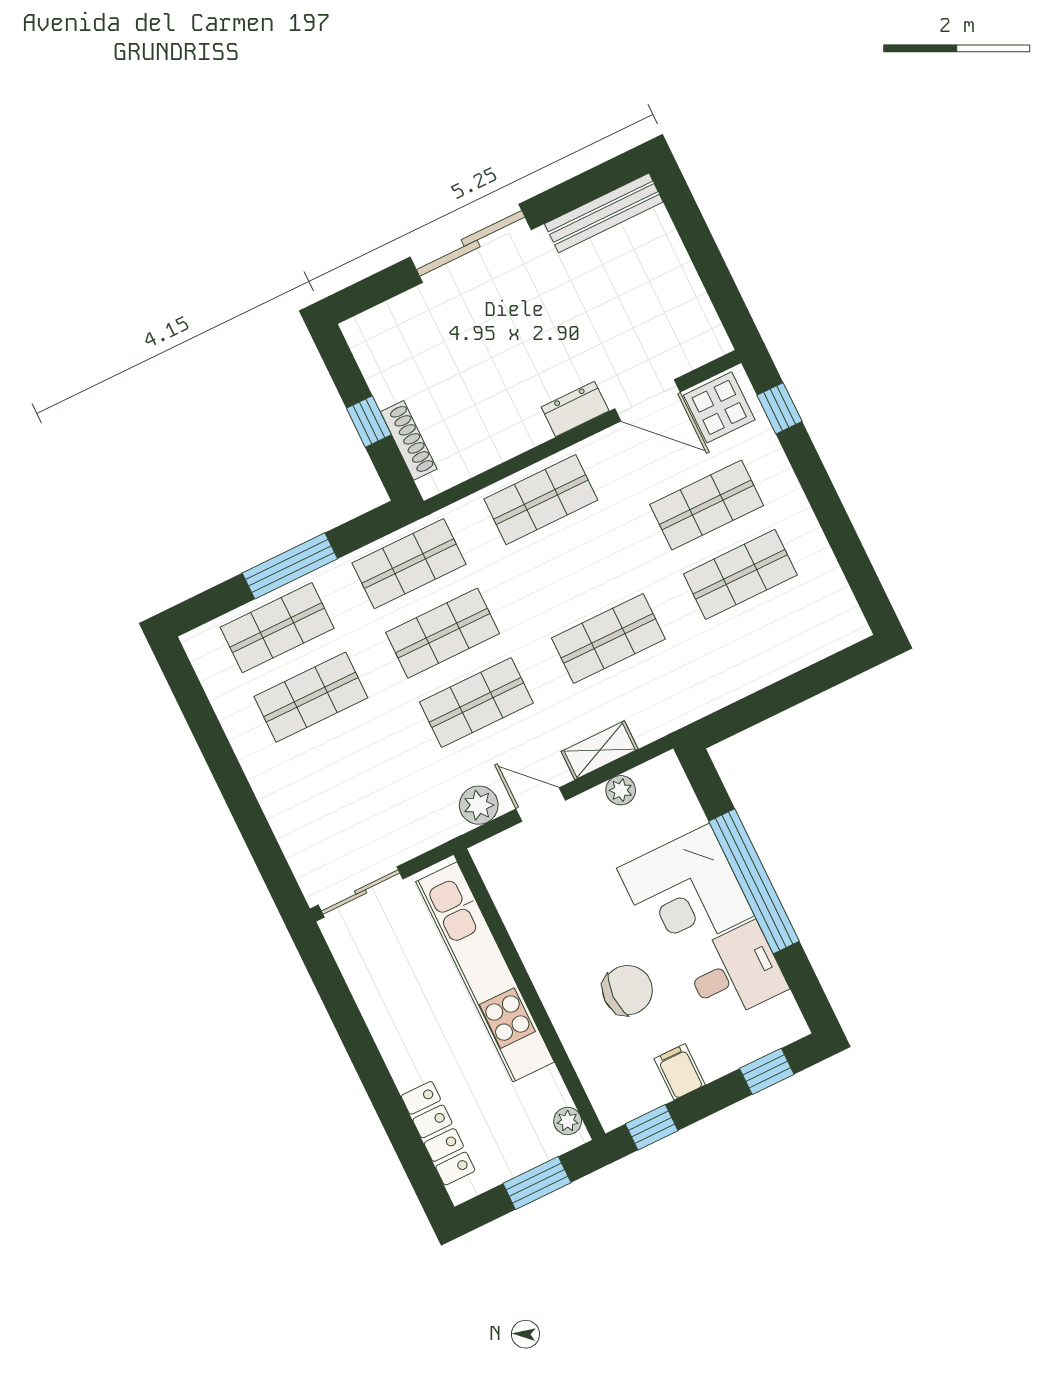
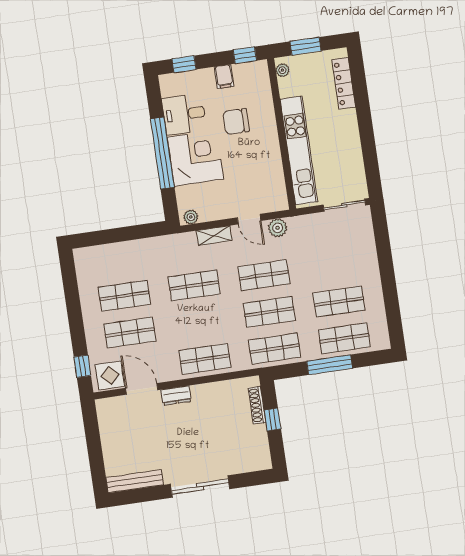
plant: (621, 790) -> (191, 217), moved

